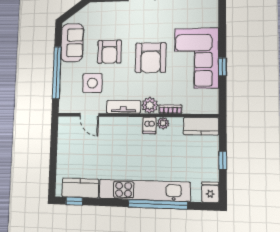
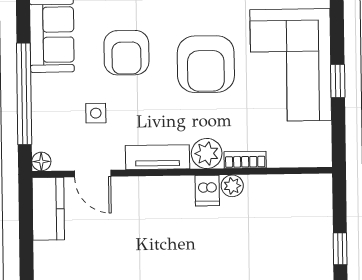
side table: (92, 83) -> (96, 113), width x0.54, depth x0.54
floor lamp: (63, 108) -> (41, 162), added
kitchen counter: (201, 126) -> (48, 209), moved, turned -90

